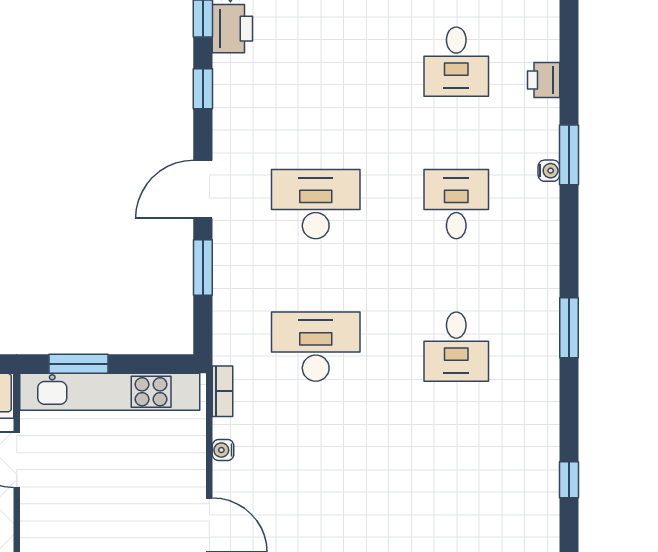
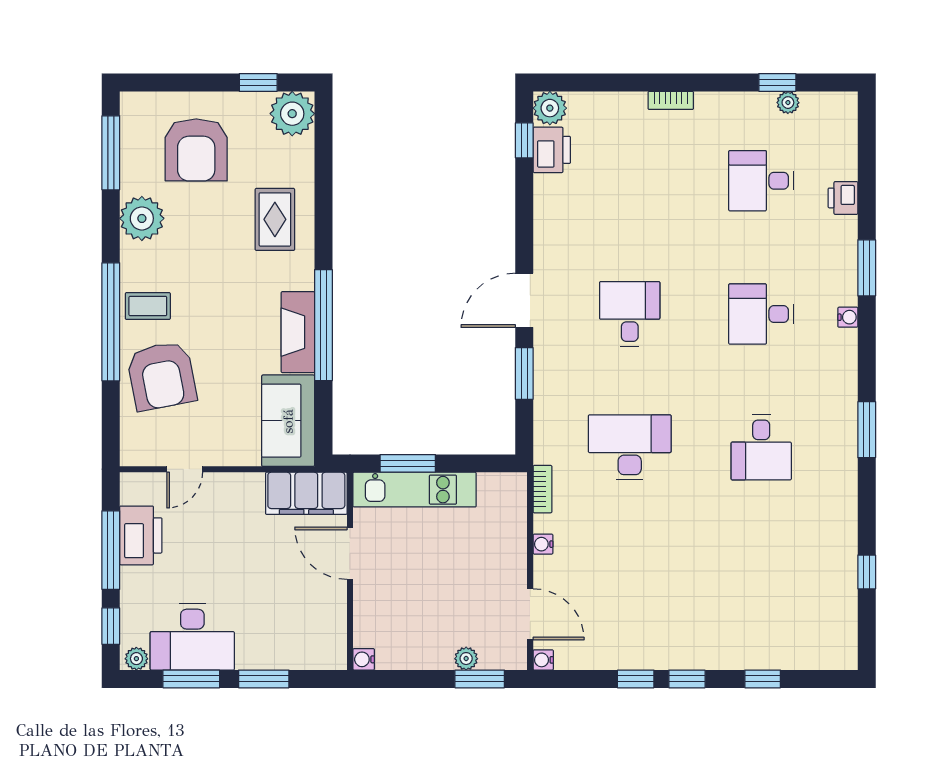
desk: (456, 62) -> (761, 181), turned 90
window: (203, 89) -> (524, 206), removed
water cooler: (549, 171) -> (848, 317), moved
desk: (316, 204) -> (630, 314), width x0.73
desk: (456, 204) -> (761, 314), turned -90
kitchen unit: (110, 392) -> (415, 490), width x0.73

